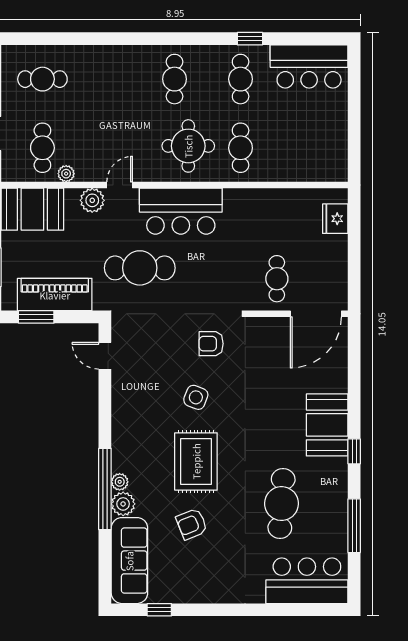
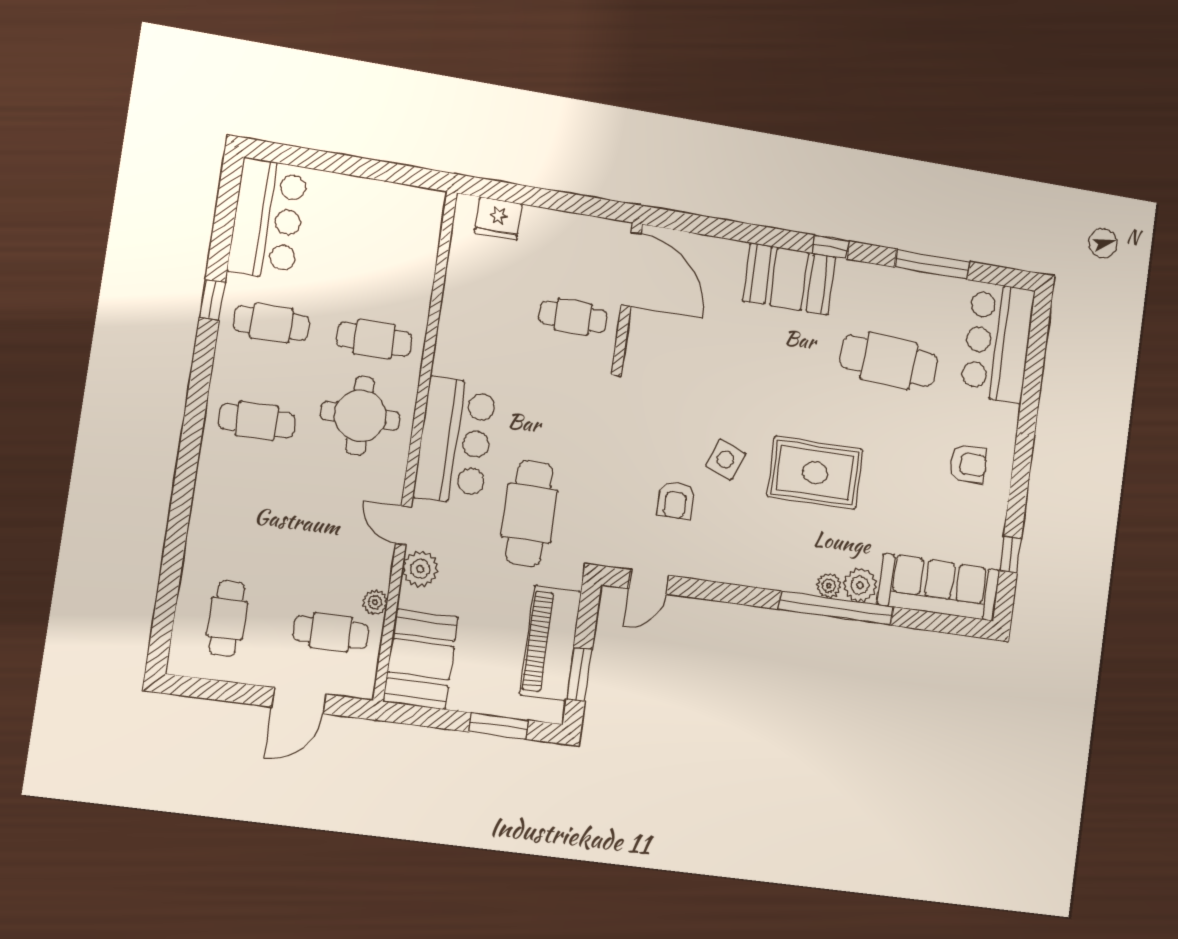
armchair: (211, 344) -> (676, 500), moved
armchair: (192, 524) -> (968, 464), moved, turned -68

